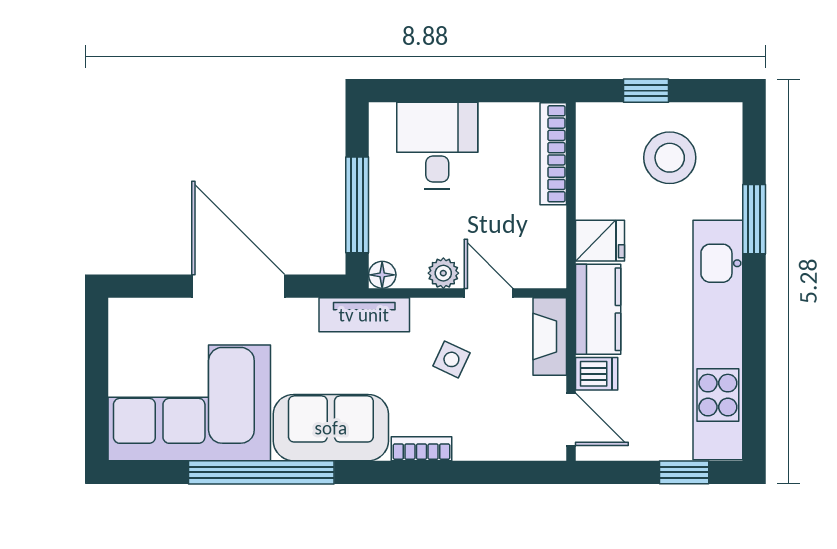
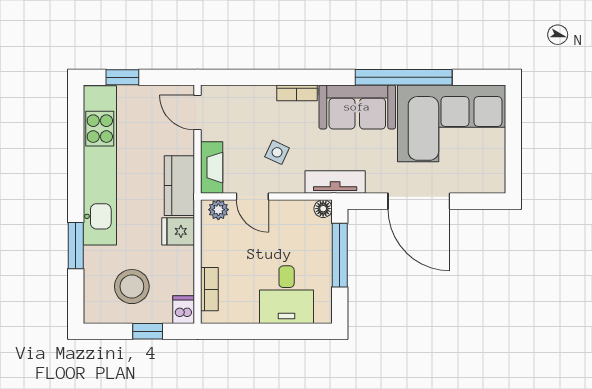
bookcase: (553, 154) -> (209, 289), width x0.64
plant: (443, 273) -> (218, 210), moved
dishwasher: (597, 374) -> (184, 310), moved, turned 90

